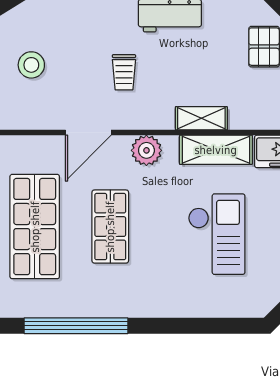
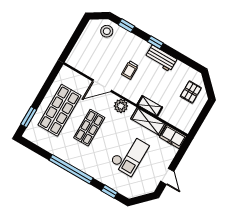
stool: (31, 65) -> (107, 31), moved
window: (76, 326) -> (71, 169), moved
window: (219, 326) -> (109, 192), added

